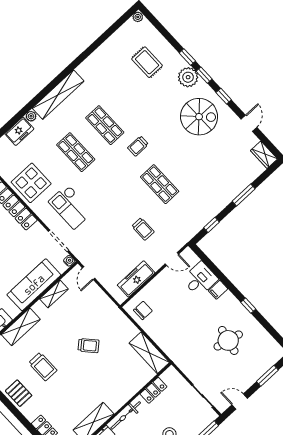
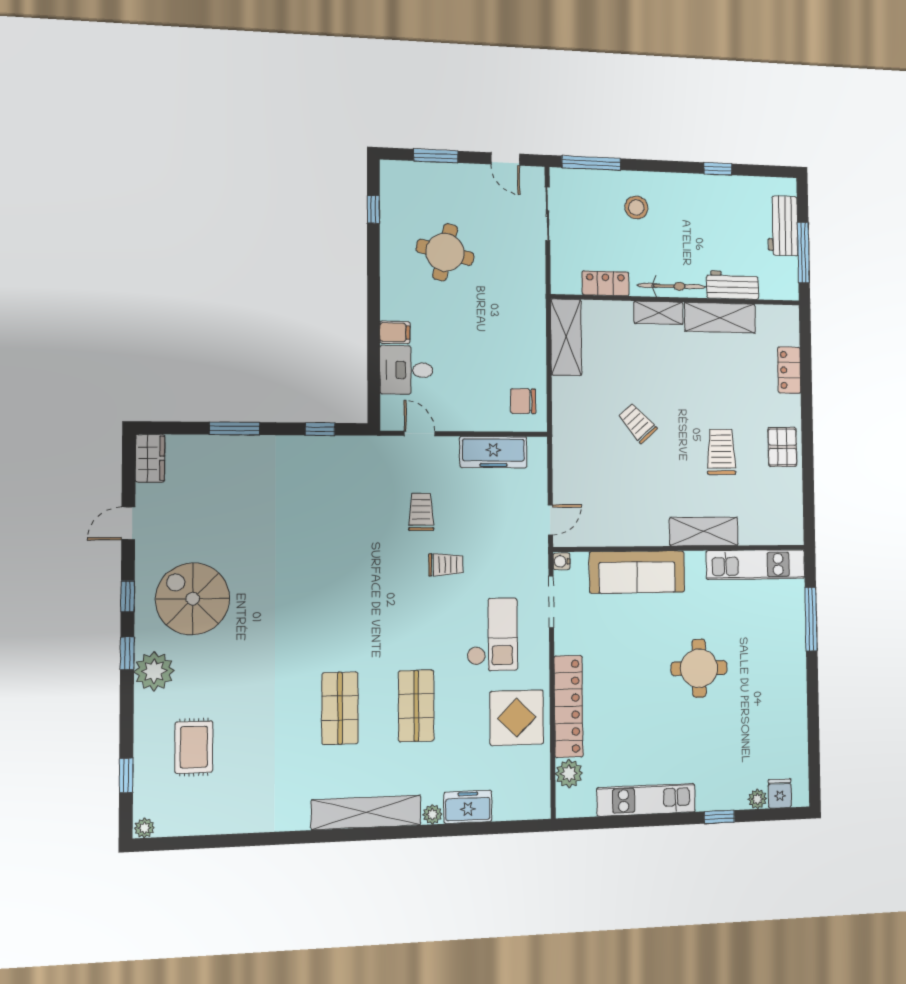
window: (187, 57) -> (126, 775), moved
trolley: (138, 146) -> (446, 565), moved
shop shelf: (160, 184) -> (340, 553), removed
shelving: (54, 294) -> (658, 313), moved
window: (248, 306) -> (373, 209), moved

